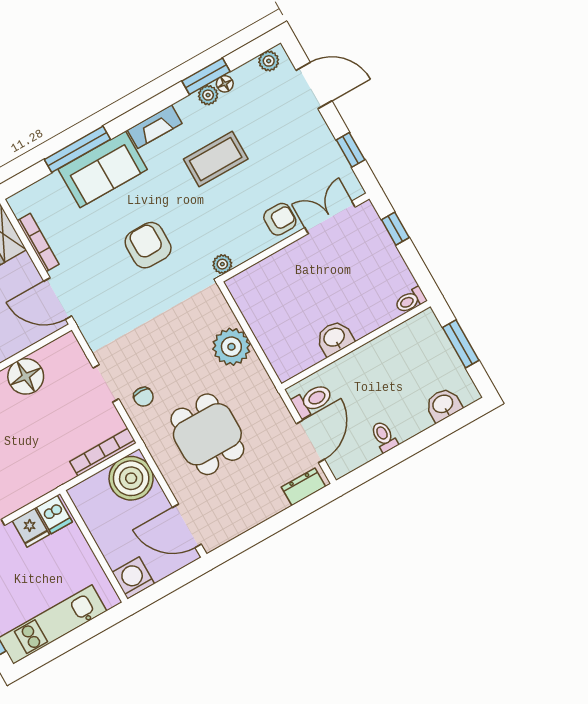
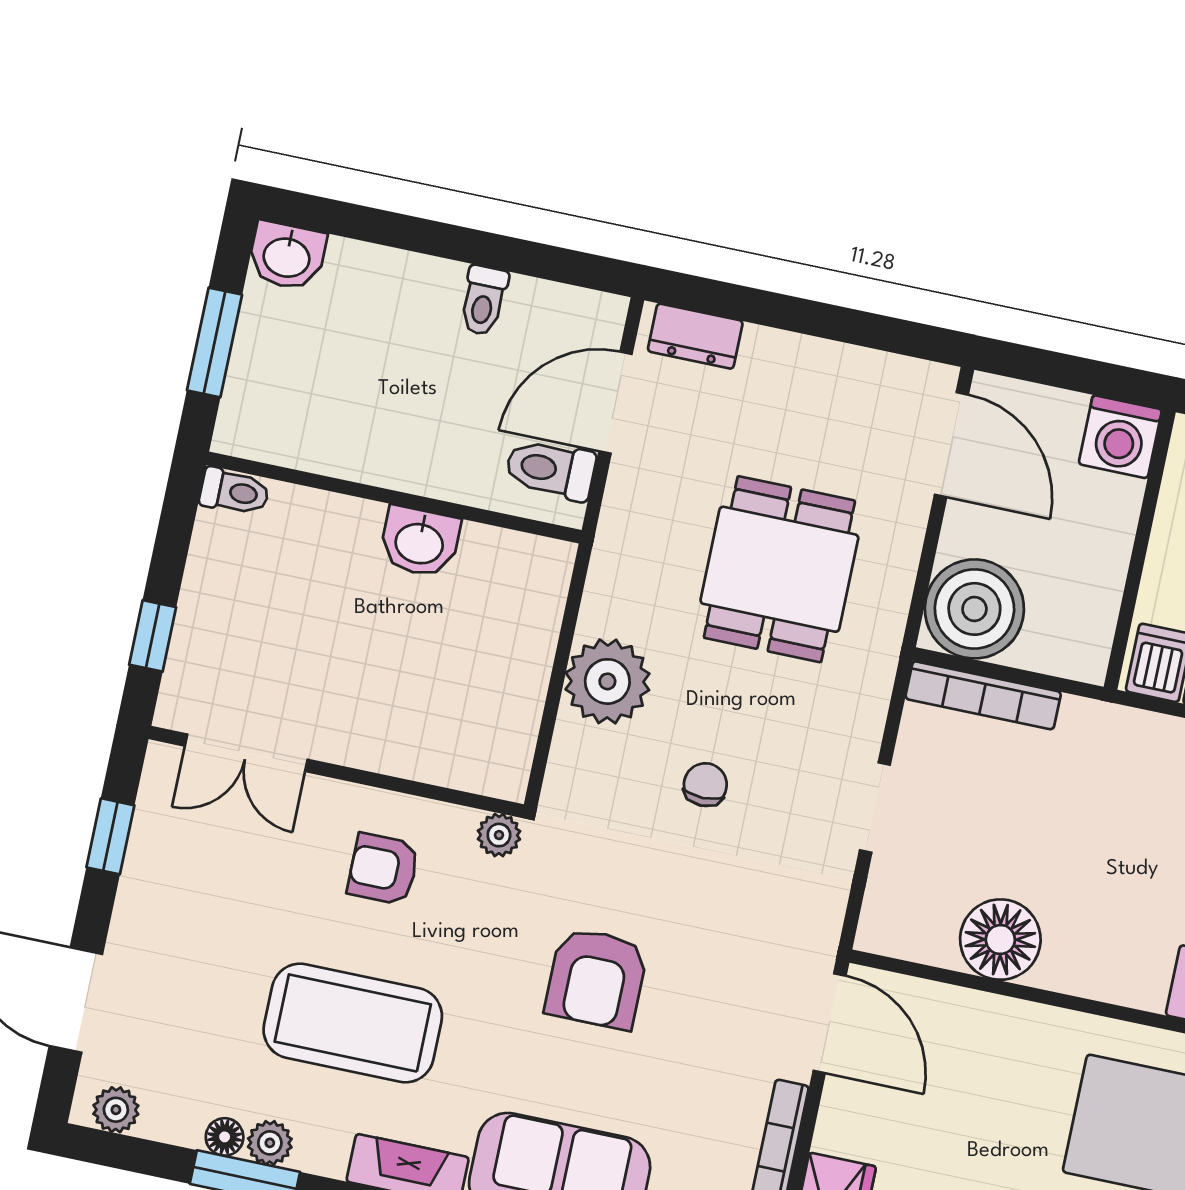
coffee table: (216, 159) -> (353, 1023), width x1.36, depth x1.32
armchair: (280, 219) -> (383, 869), moved
chair: (143, 397) -> (705, 785), moved
washbasin: (443, 405) -> (287, 256), moved

